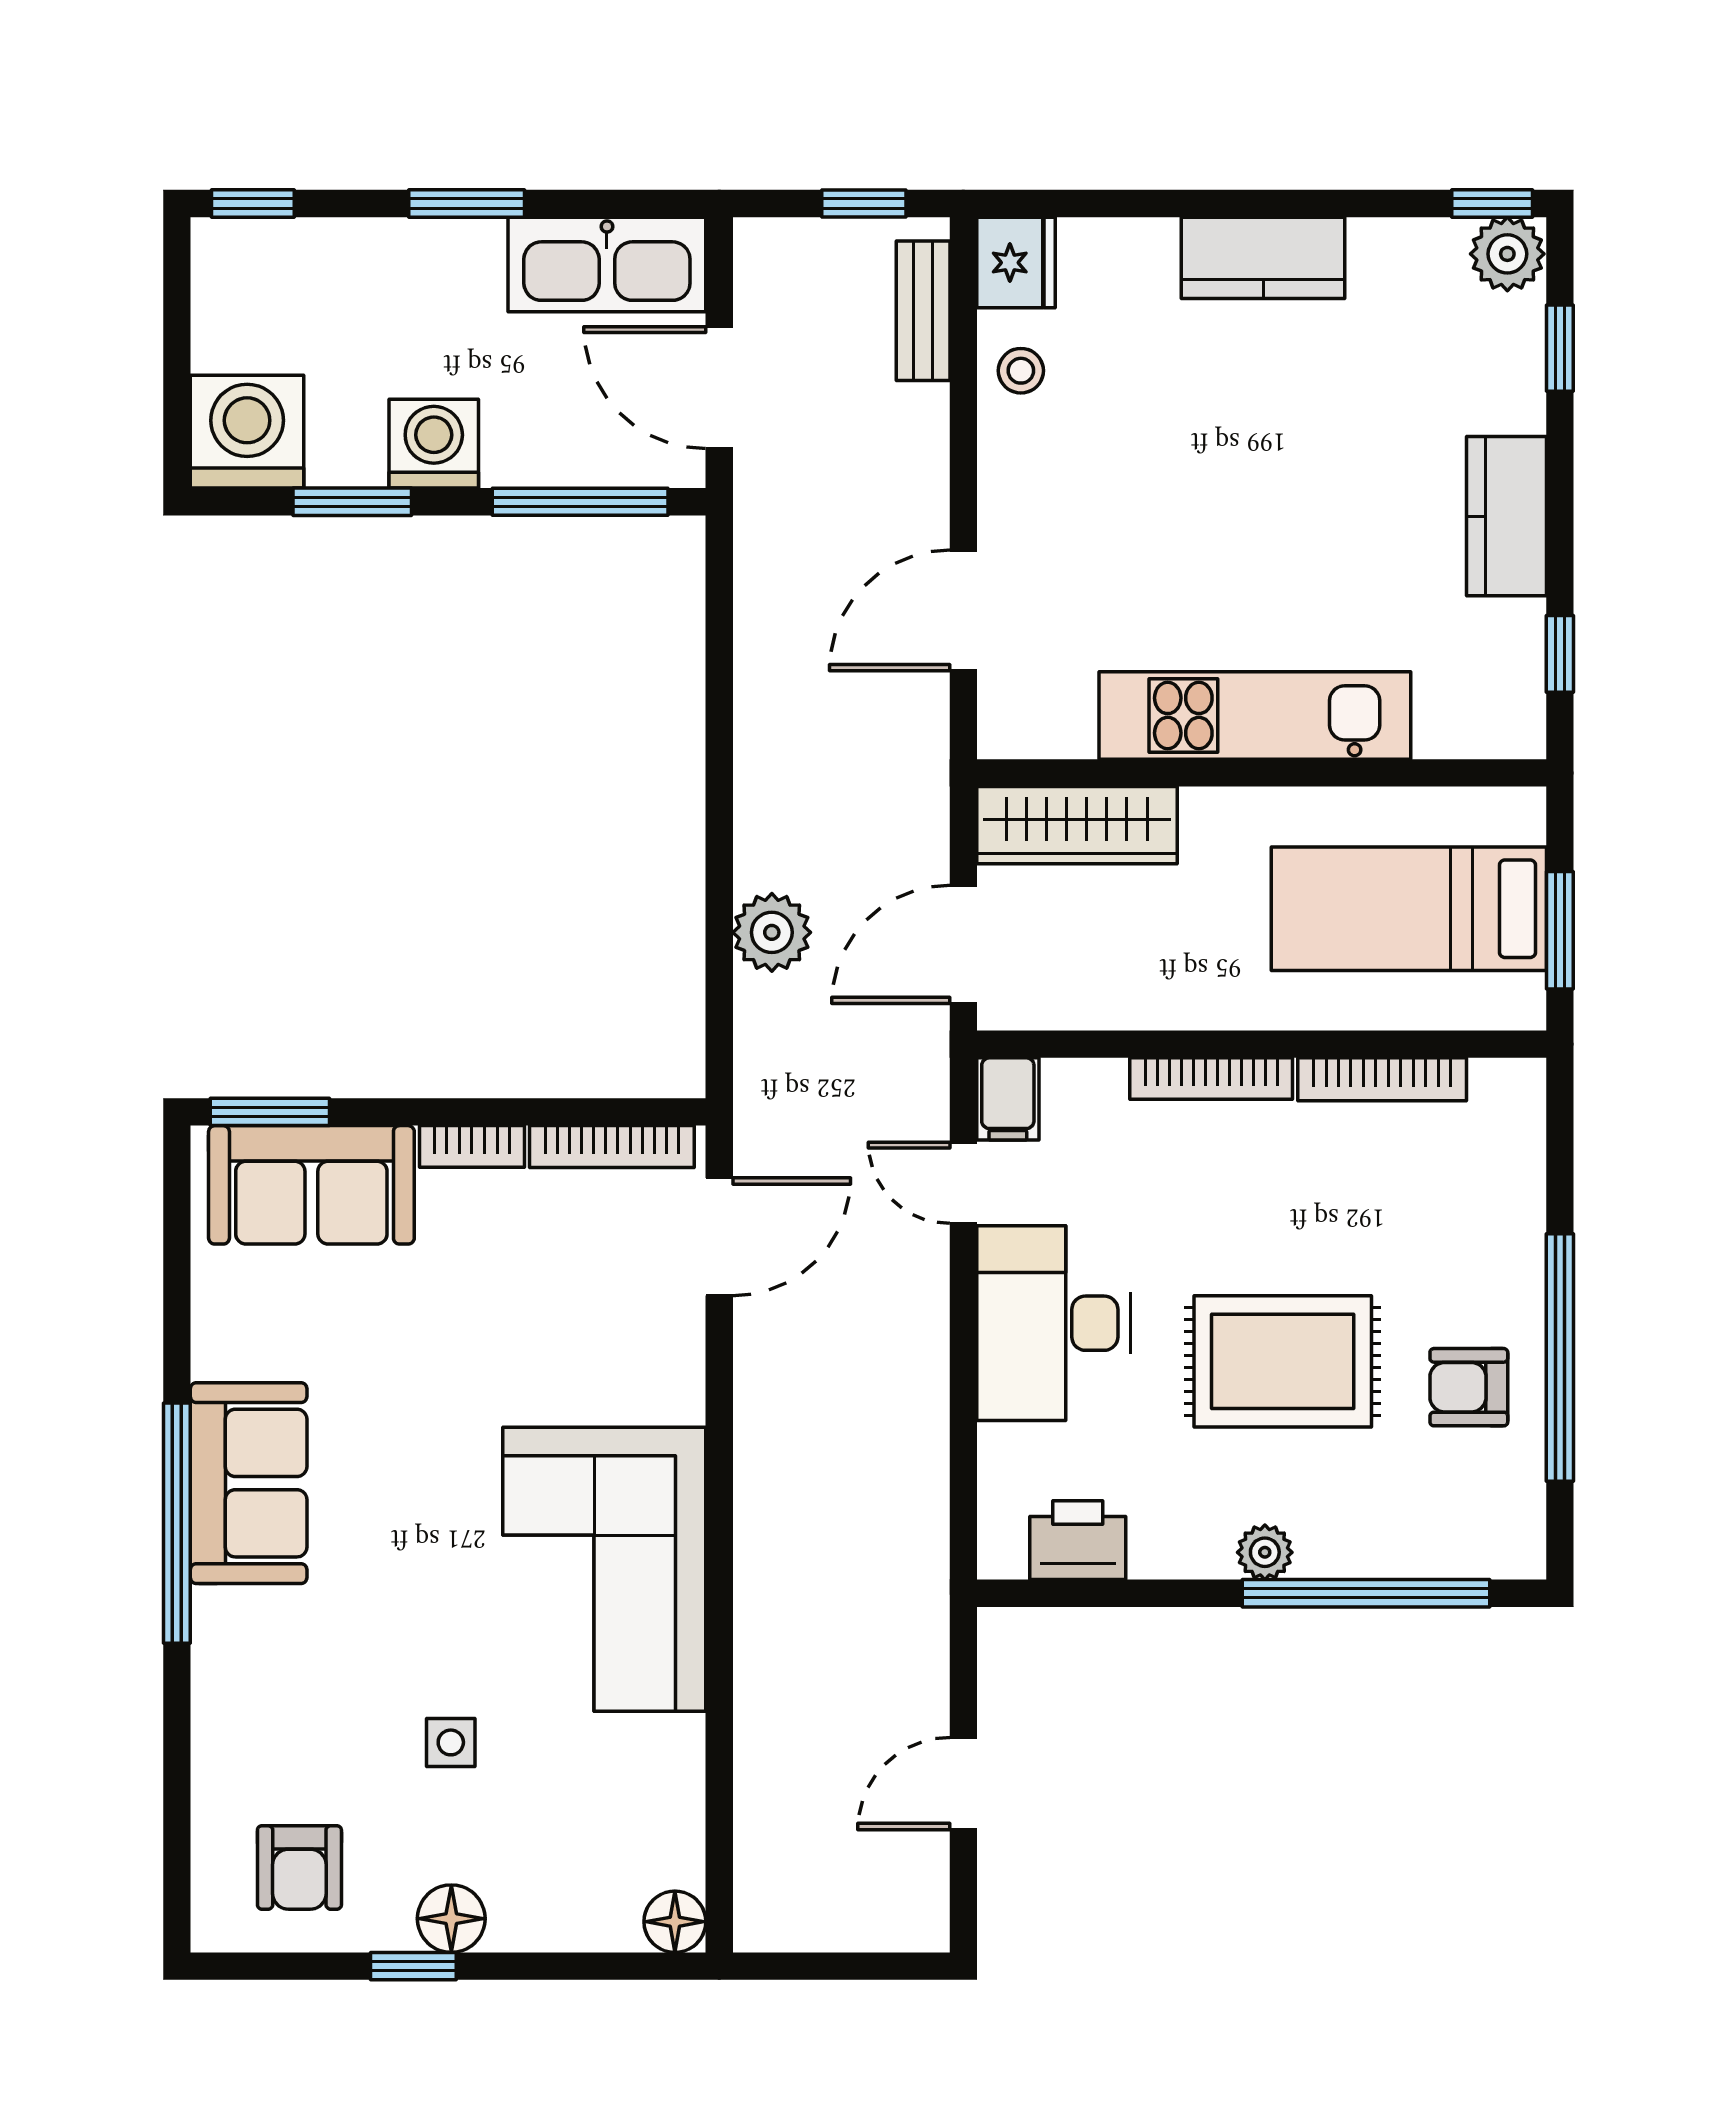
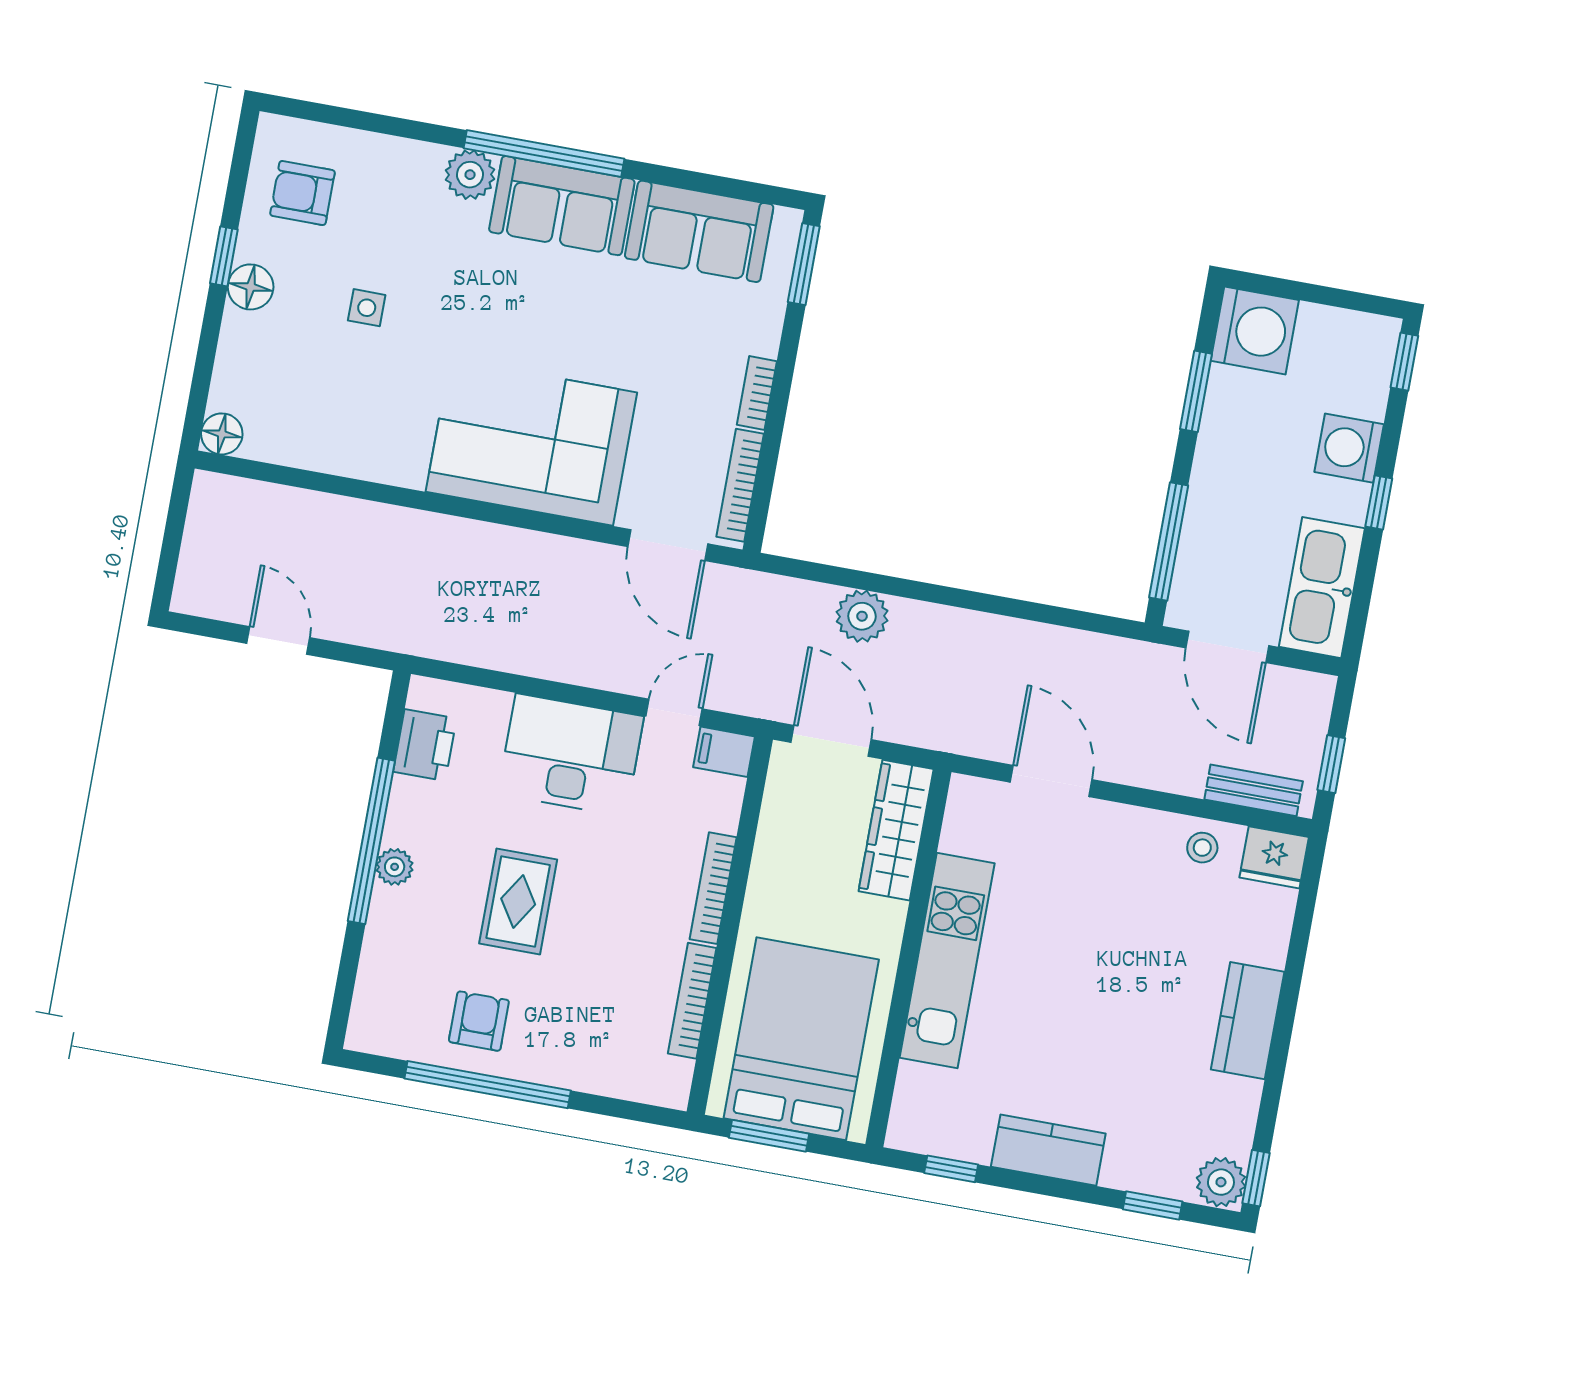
window: (467, 203) -> (1379, 502), width x0.67
door: (719, 388) -> (1227, 647), swing flipped
washing machine: (434, 444) -> (1349, 448), moved, turned 180
bed: (1409, 909) -> (801, 1039), width x1.50
sofa: (311, 1185) -> (699, 231), moved, turned -90
rug: (1283, 1361) -> (518, 901), width x0.73, depth x0.70
corner sofa: (604, 1569) -> (531, 442), moved
window: (1366, 1593) -> (371, 841), moved
plant: (228, 1626) -> (470, 175), added

